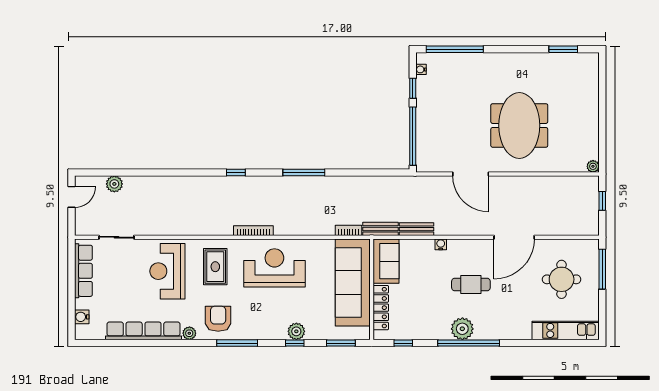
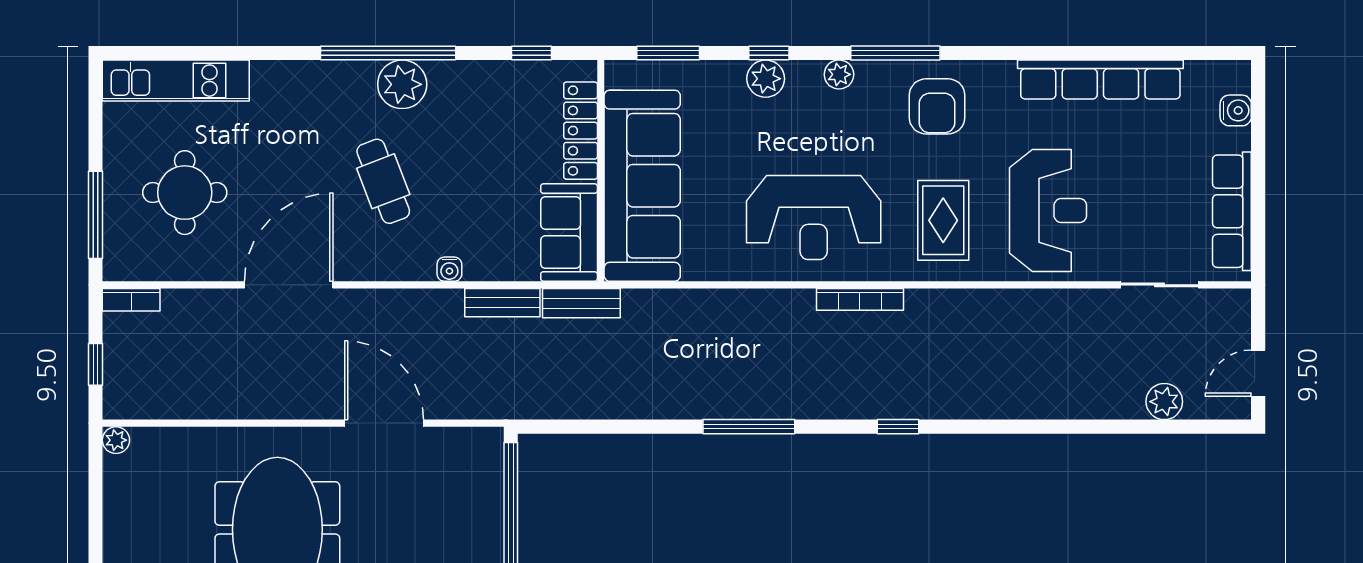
bookcase: (348, 230) -> (131, 300), moved
cafe table: (471, 284) -> (383, 181), turned 69
plant: (189, 333) -> (839, 74), moved

